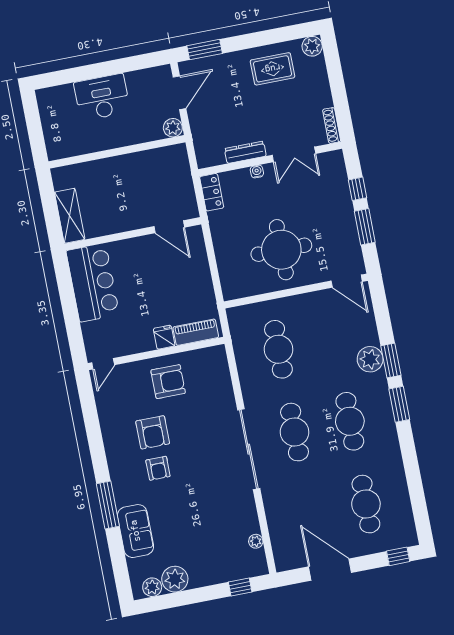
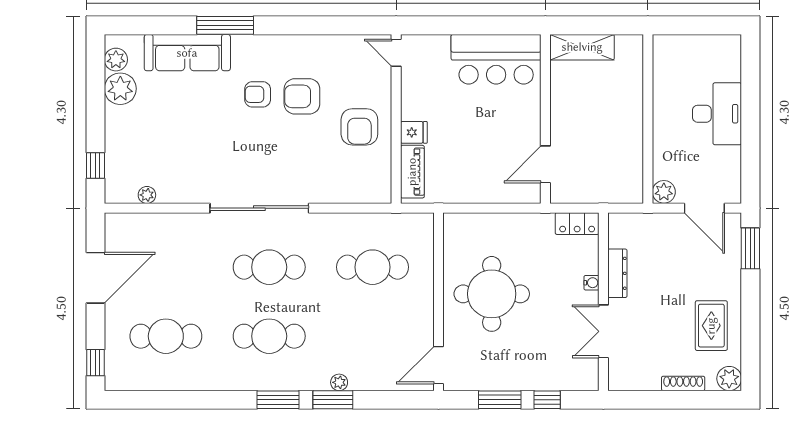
shoe rack: (332, 126) -> (683, 383), moved
plant: (370, 359) -> (339, 382), width x0.53, depth x0.53
sofa: (135, 531) -> (187, 53), width x1.36

